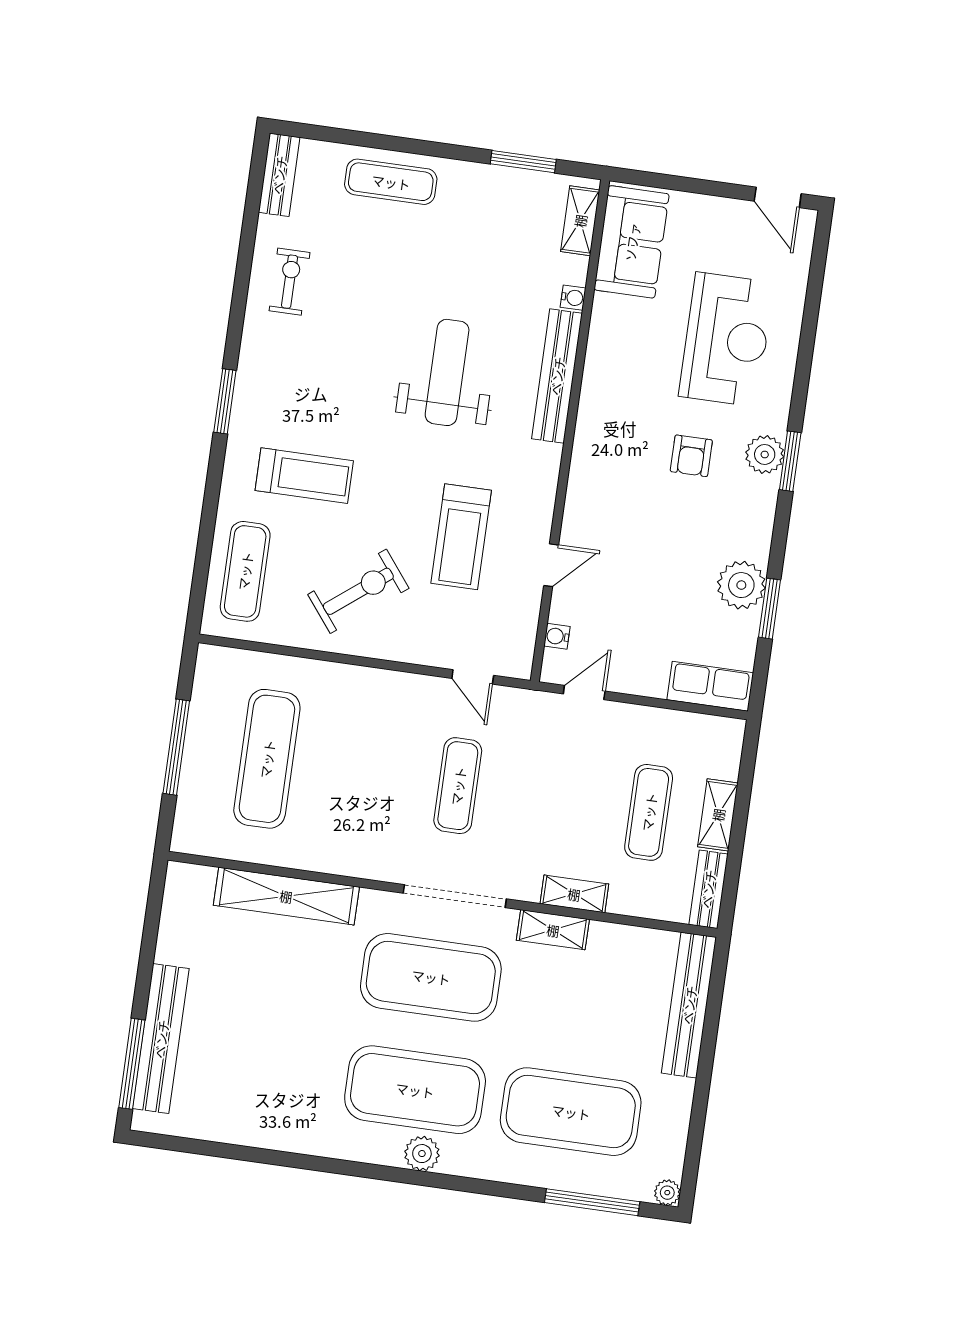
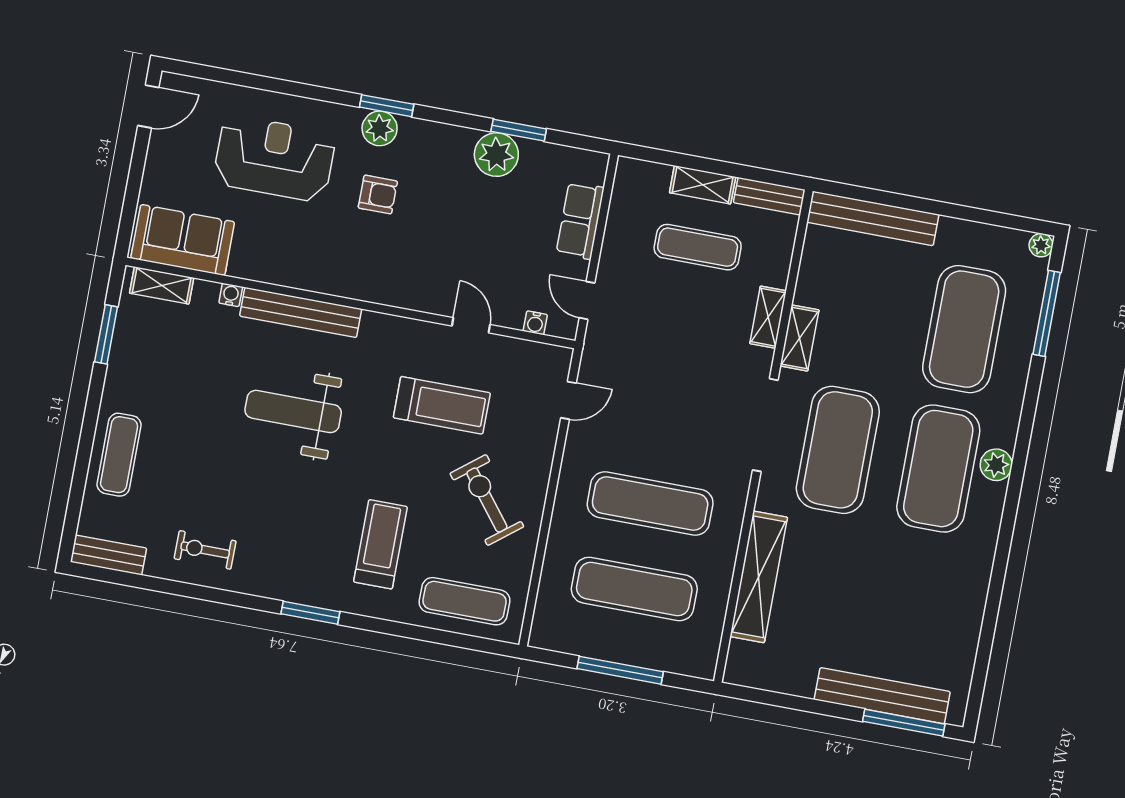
row of seats: (710, 686) -> (580, 220), moved
exercise mat: (458, 786) -> (650, 504), moved, width x1.36, depth x1.45

